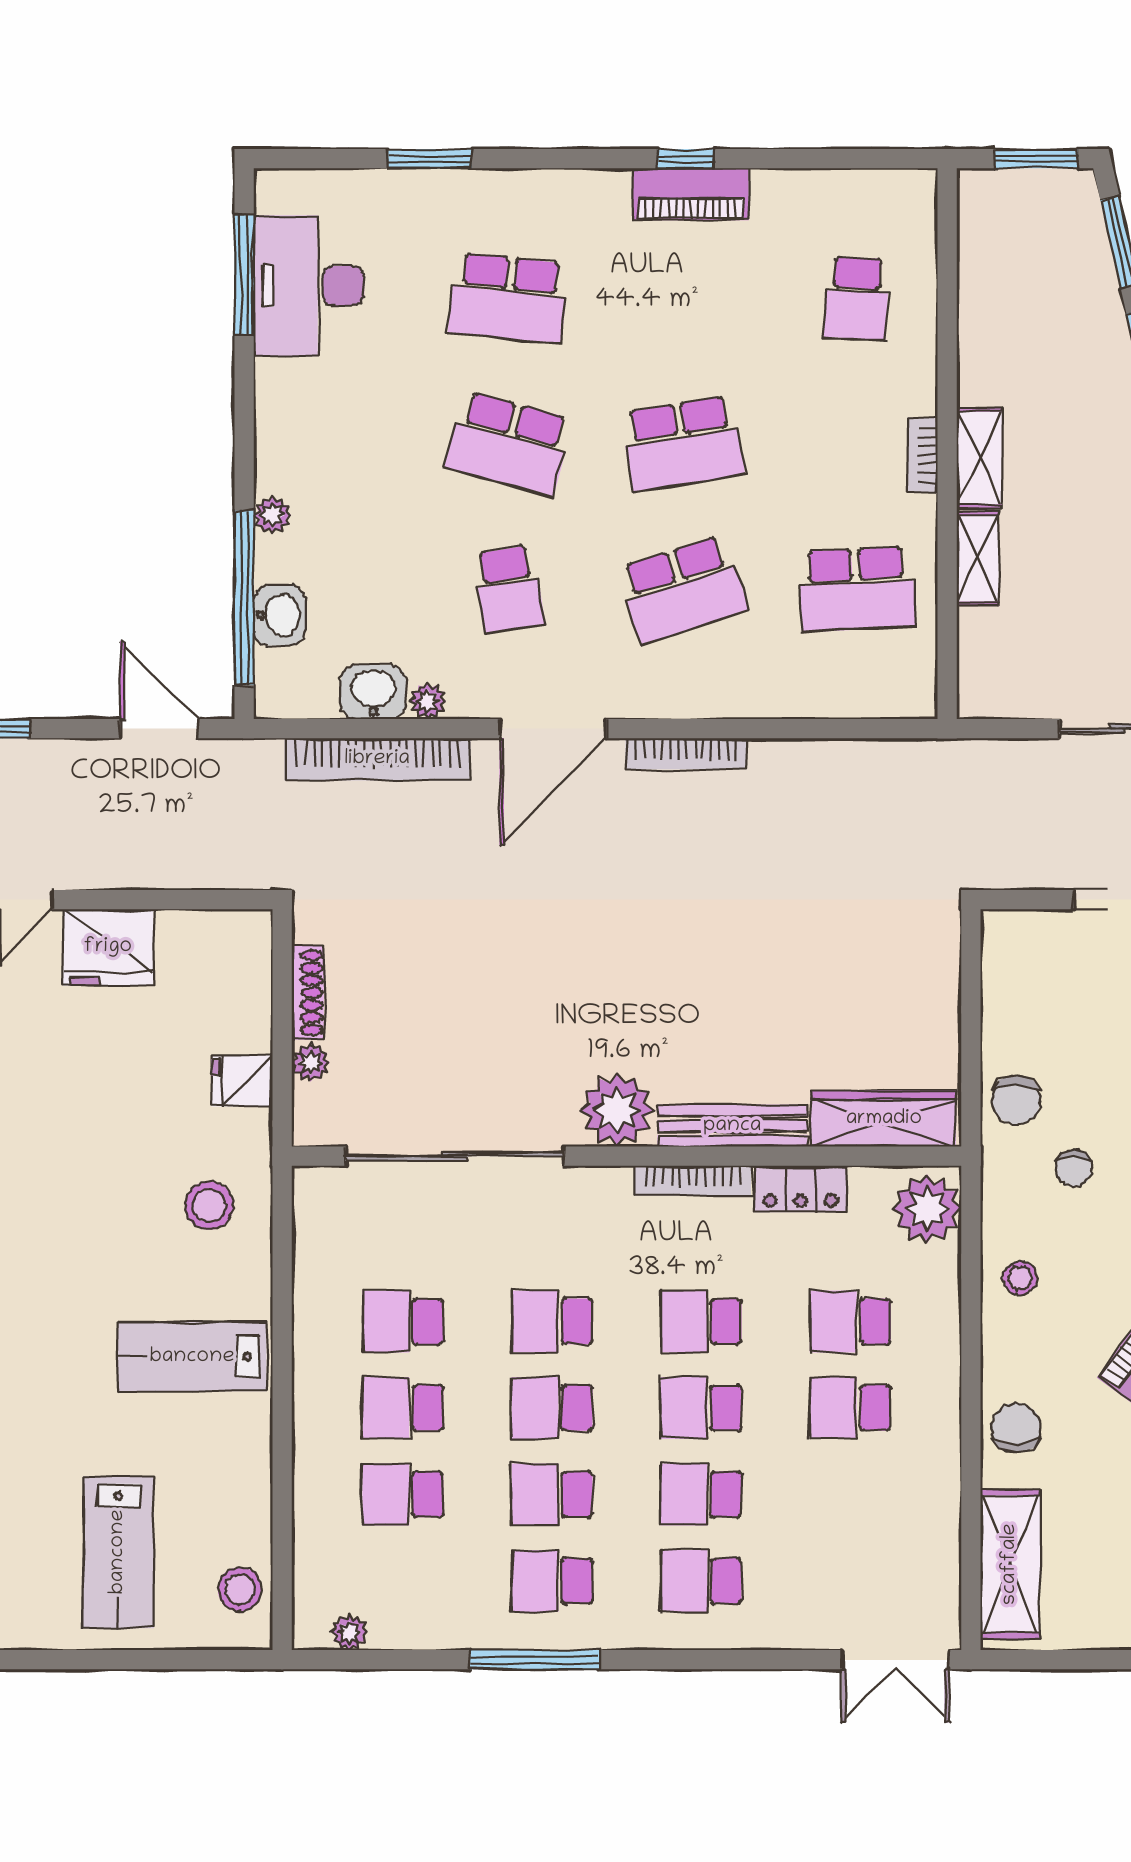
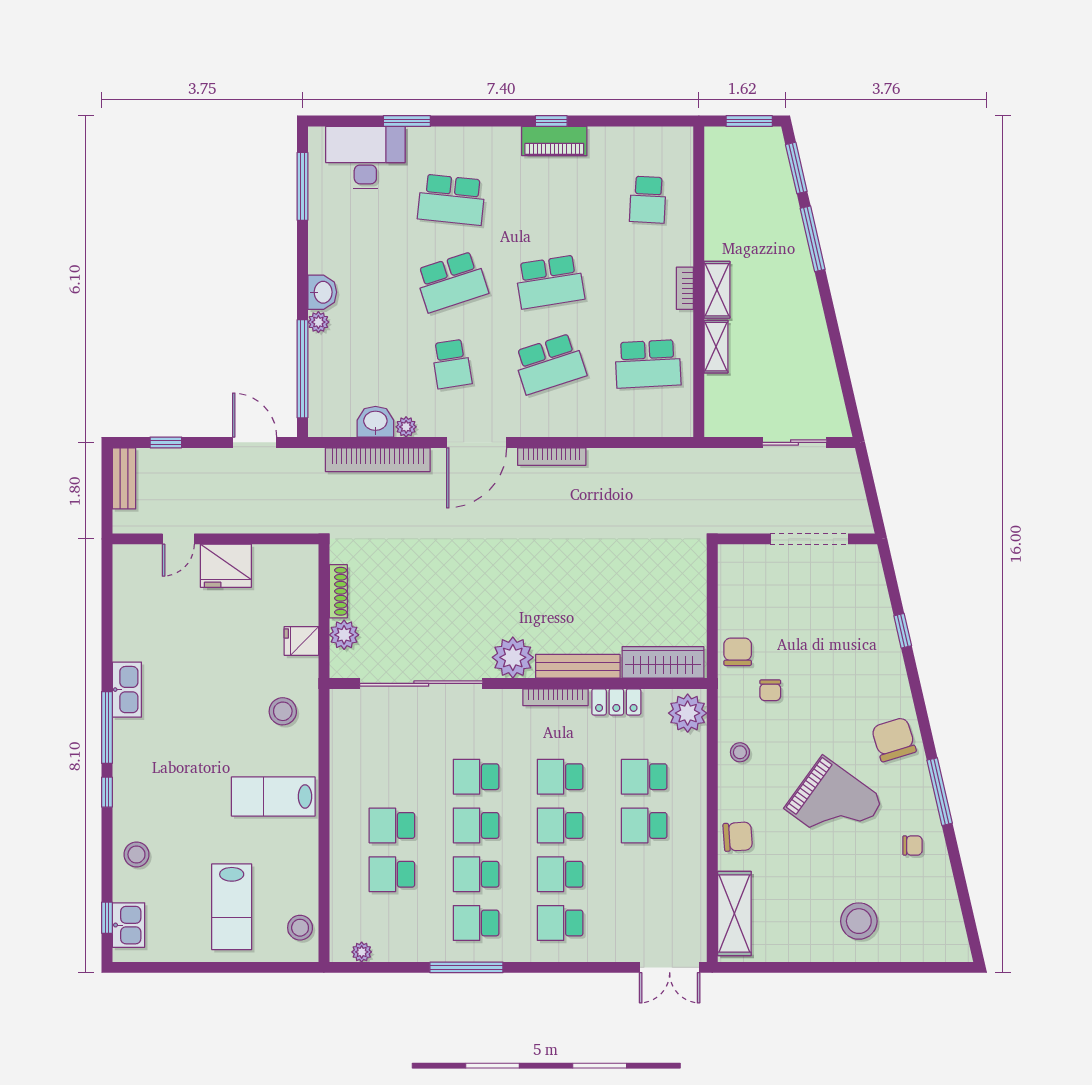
desk: (309, 286) -> (365, 158), moved, turned 90
school desk: (509, 444) -> (452, 282), turned -33
washbasin: (279, 615) -> (322, 292), moved
plant: (311, 1063) -> (344, 635), width x1.38, depth x1.38
chair: (1016, 1100) -> (738, 652), turned 180
school desk: (403, 1321) -> (392, 777), removed
chair: (1016, 1428) -> (738, 837), turned 86

